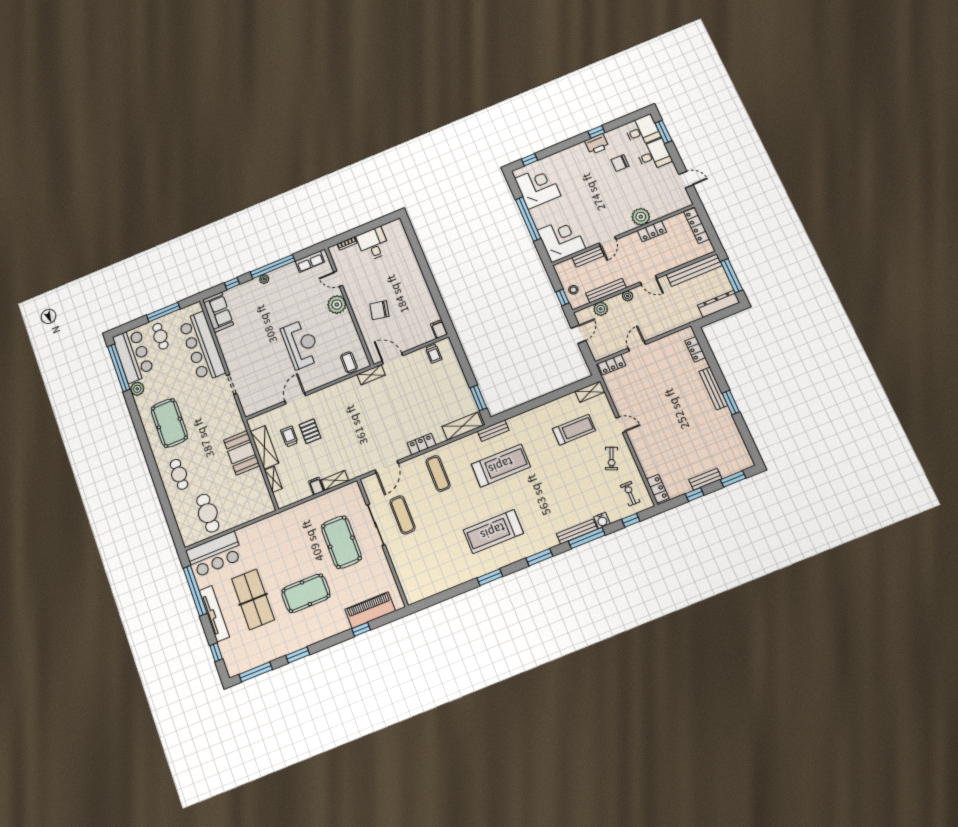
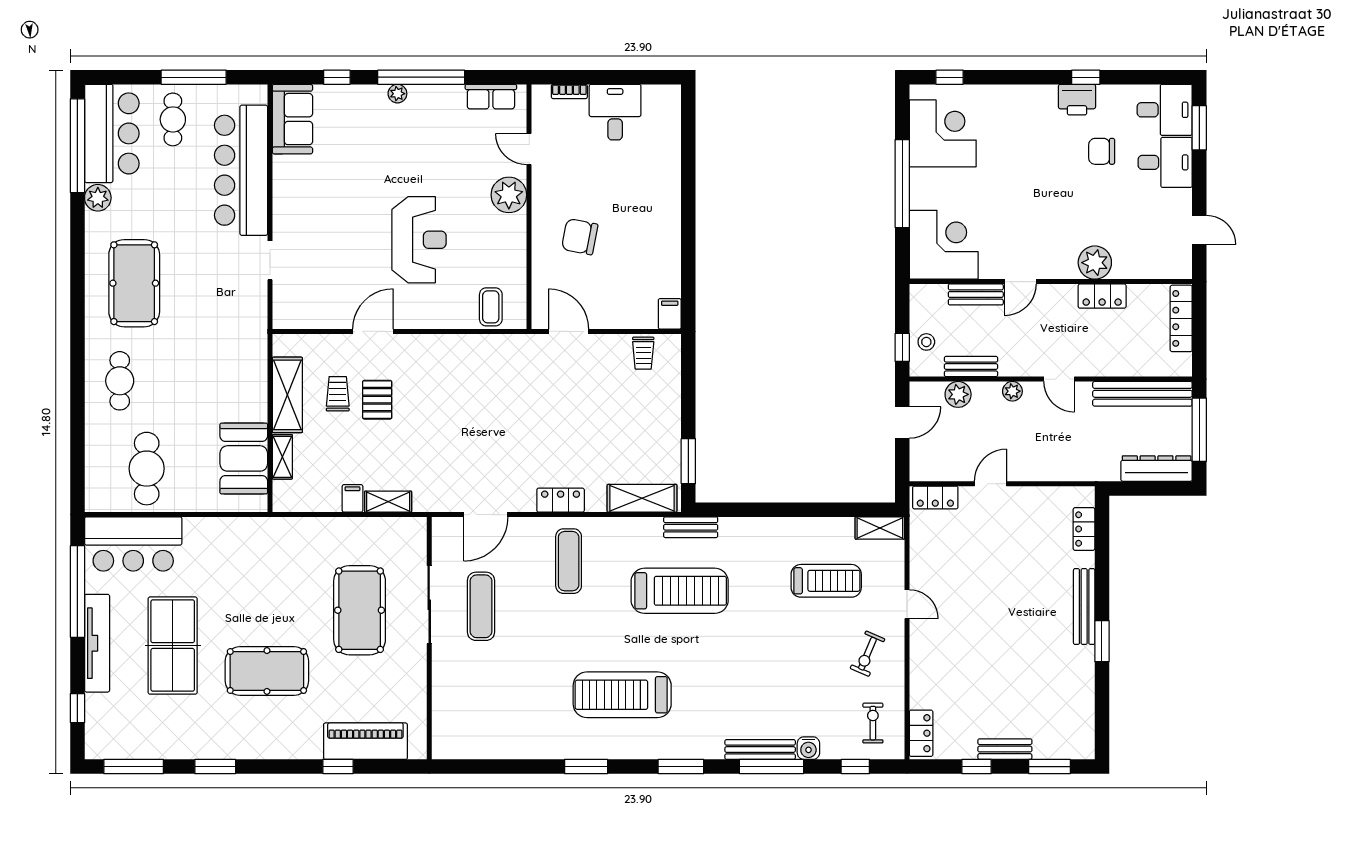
bench: (606, 290) -> (971, 367), width x0.73
shelving: (371, 375) -> (521, 345), removed
booth: (242, 453) -> (244, 458), moved

